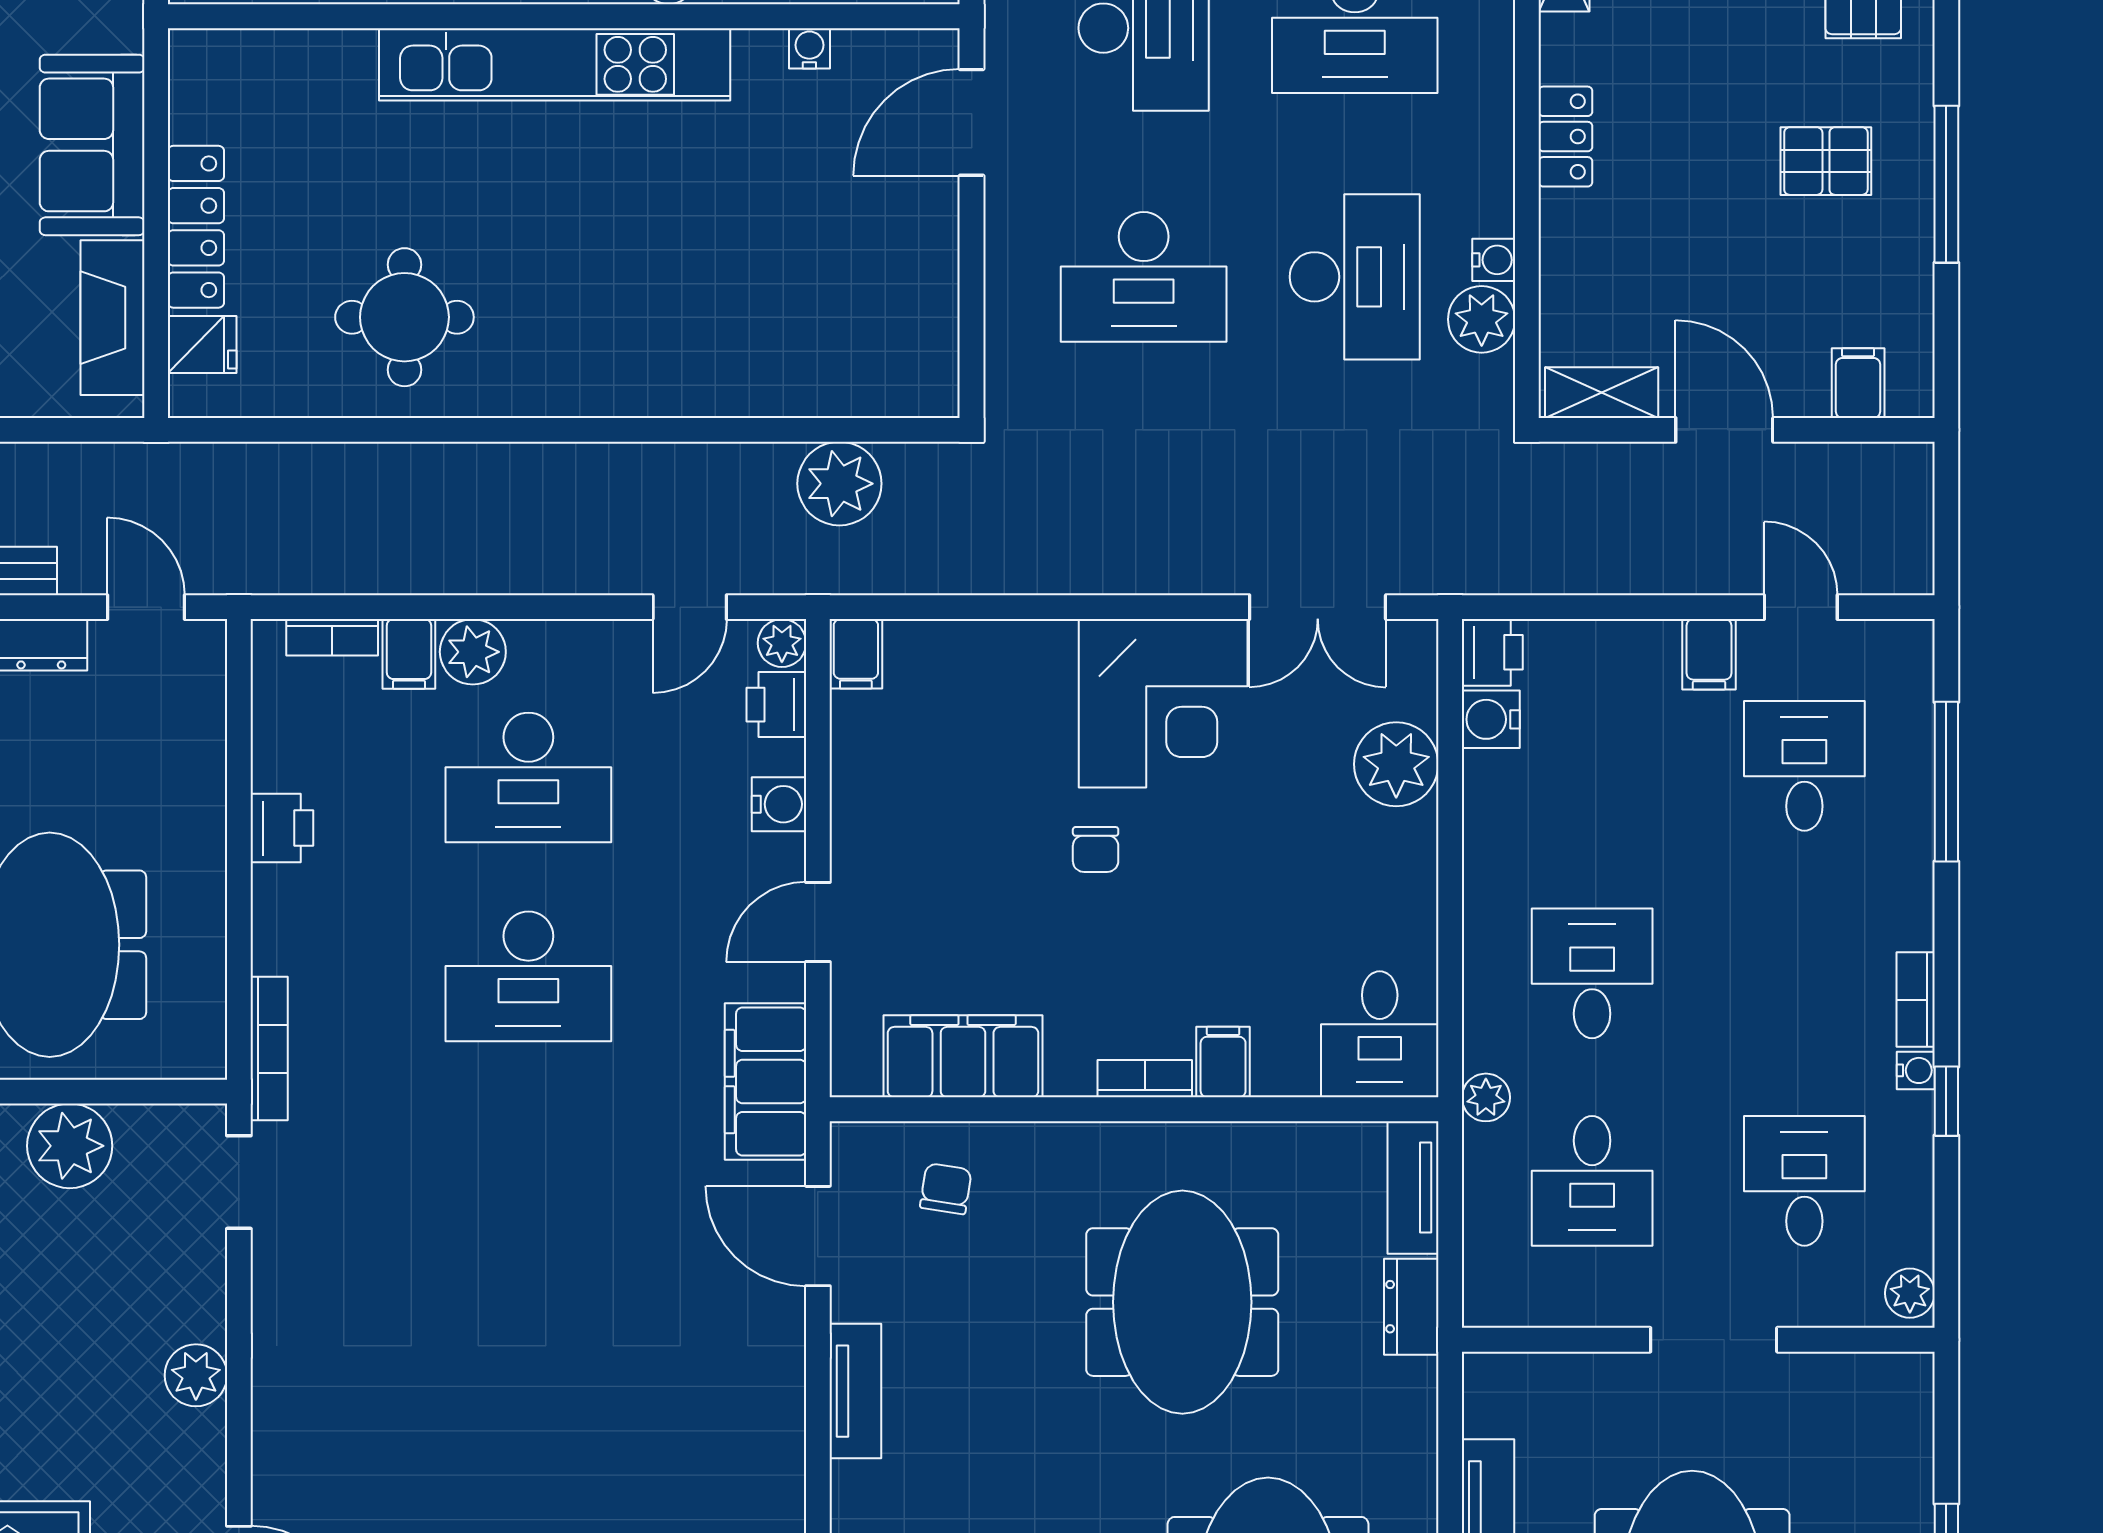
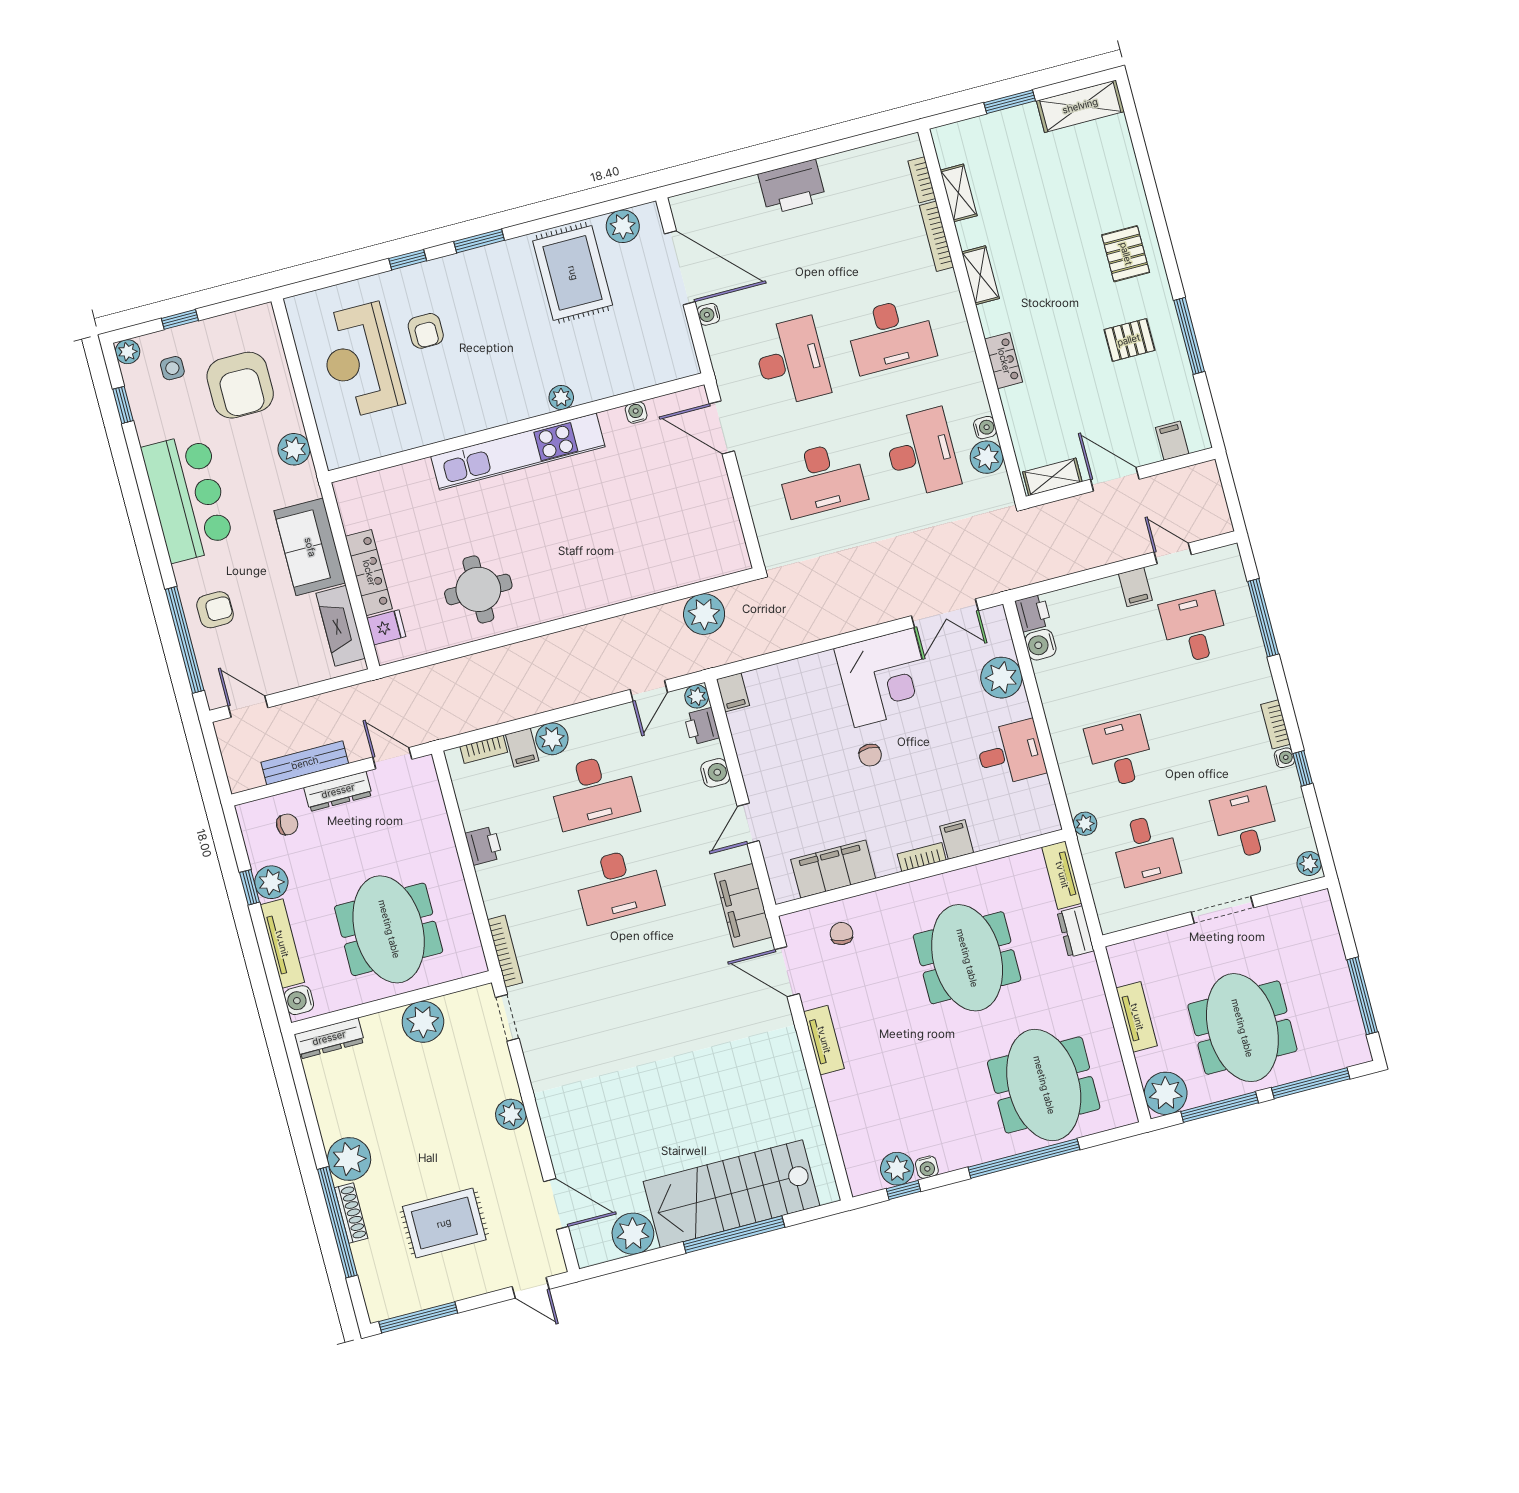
door: (972, 122) -> (722, 427), hinge flipped
desk: (1380, 1034) -> (1011, 753), moved, turned -90

